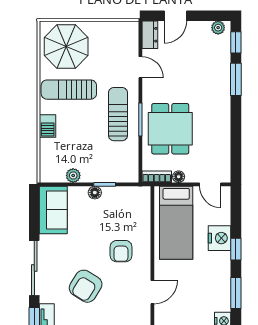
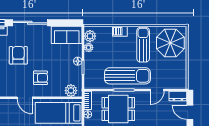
sun lounger: (118, 114) -> (128, 76), width x1.36, depth x1.34
plant: (55, 173) -> (90, 36), added
plant: (141, 203) -> (71, 91), added
armchair: (121, 251) -> (41, 78), turned 180
armchair: (86, 286) -> (18, 55), turned 58
door: (152, 292) -> (25, 98), moved

